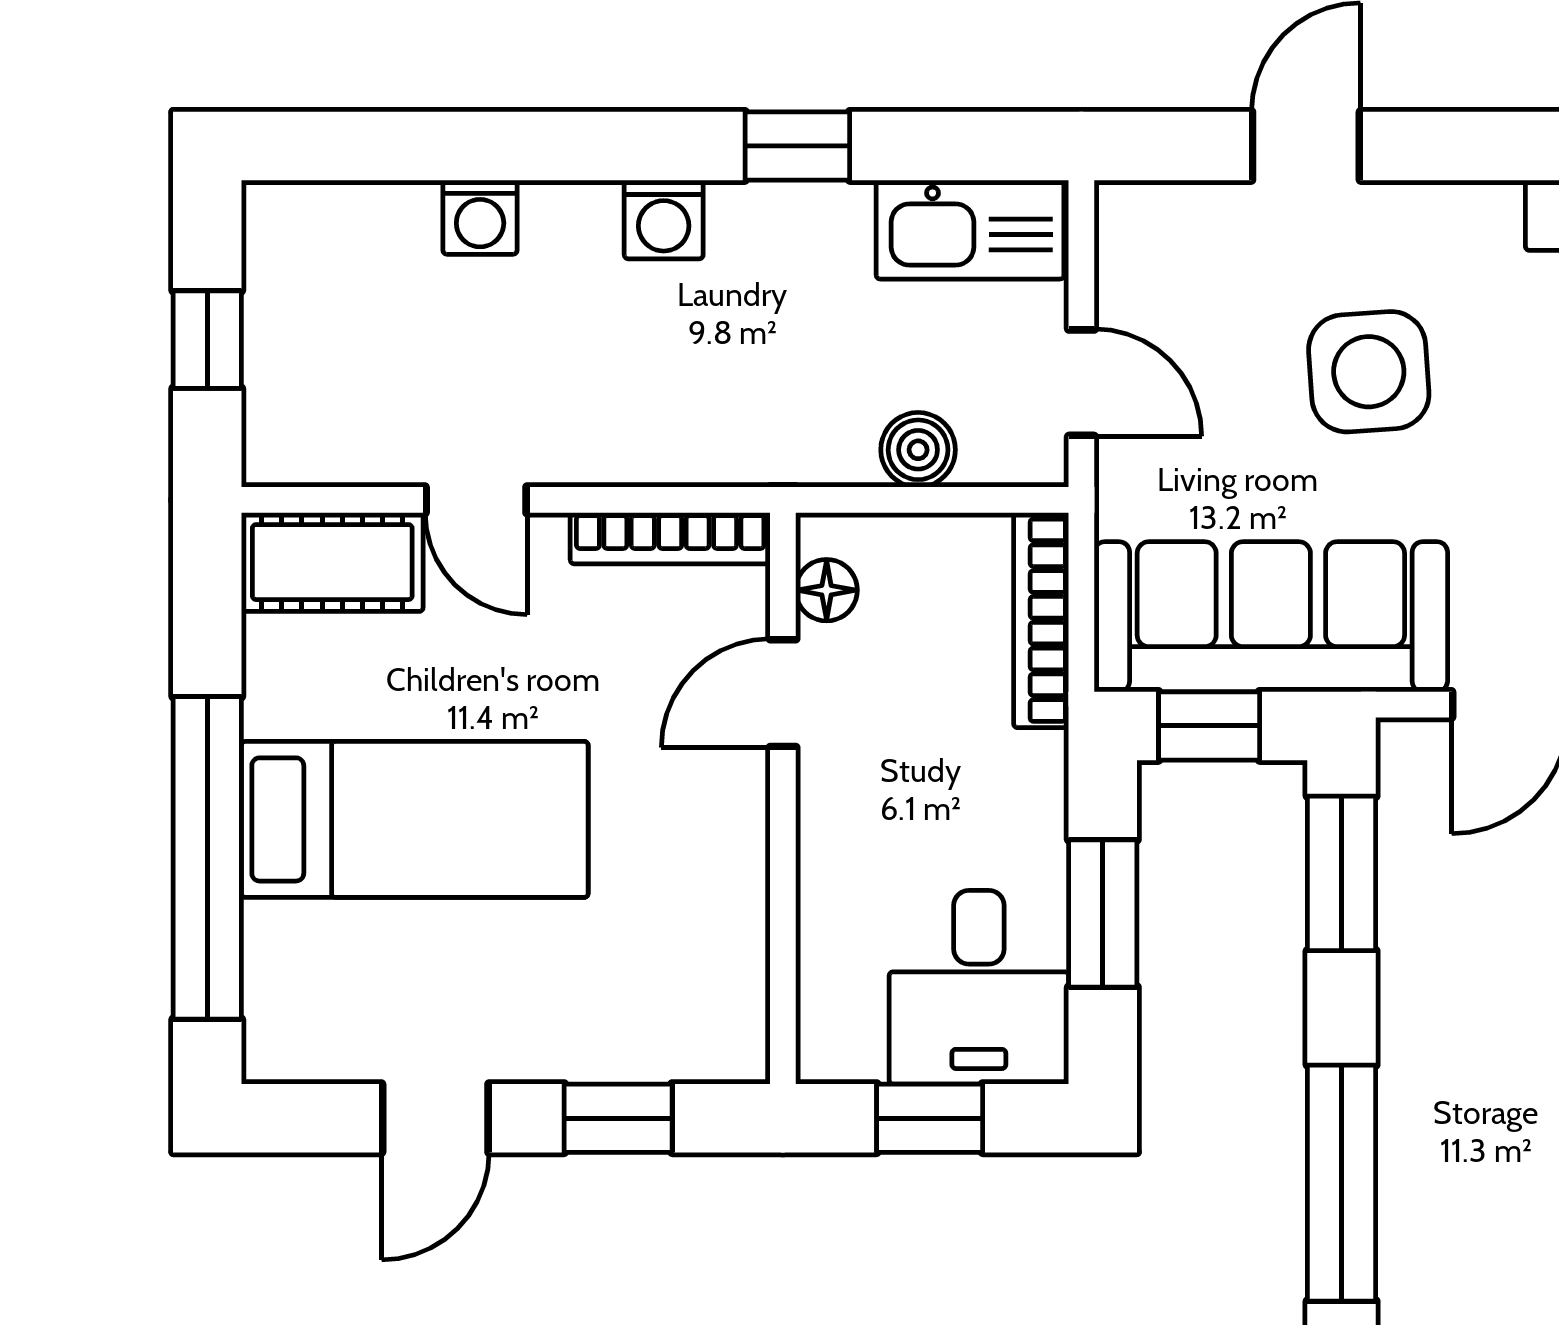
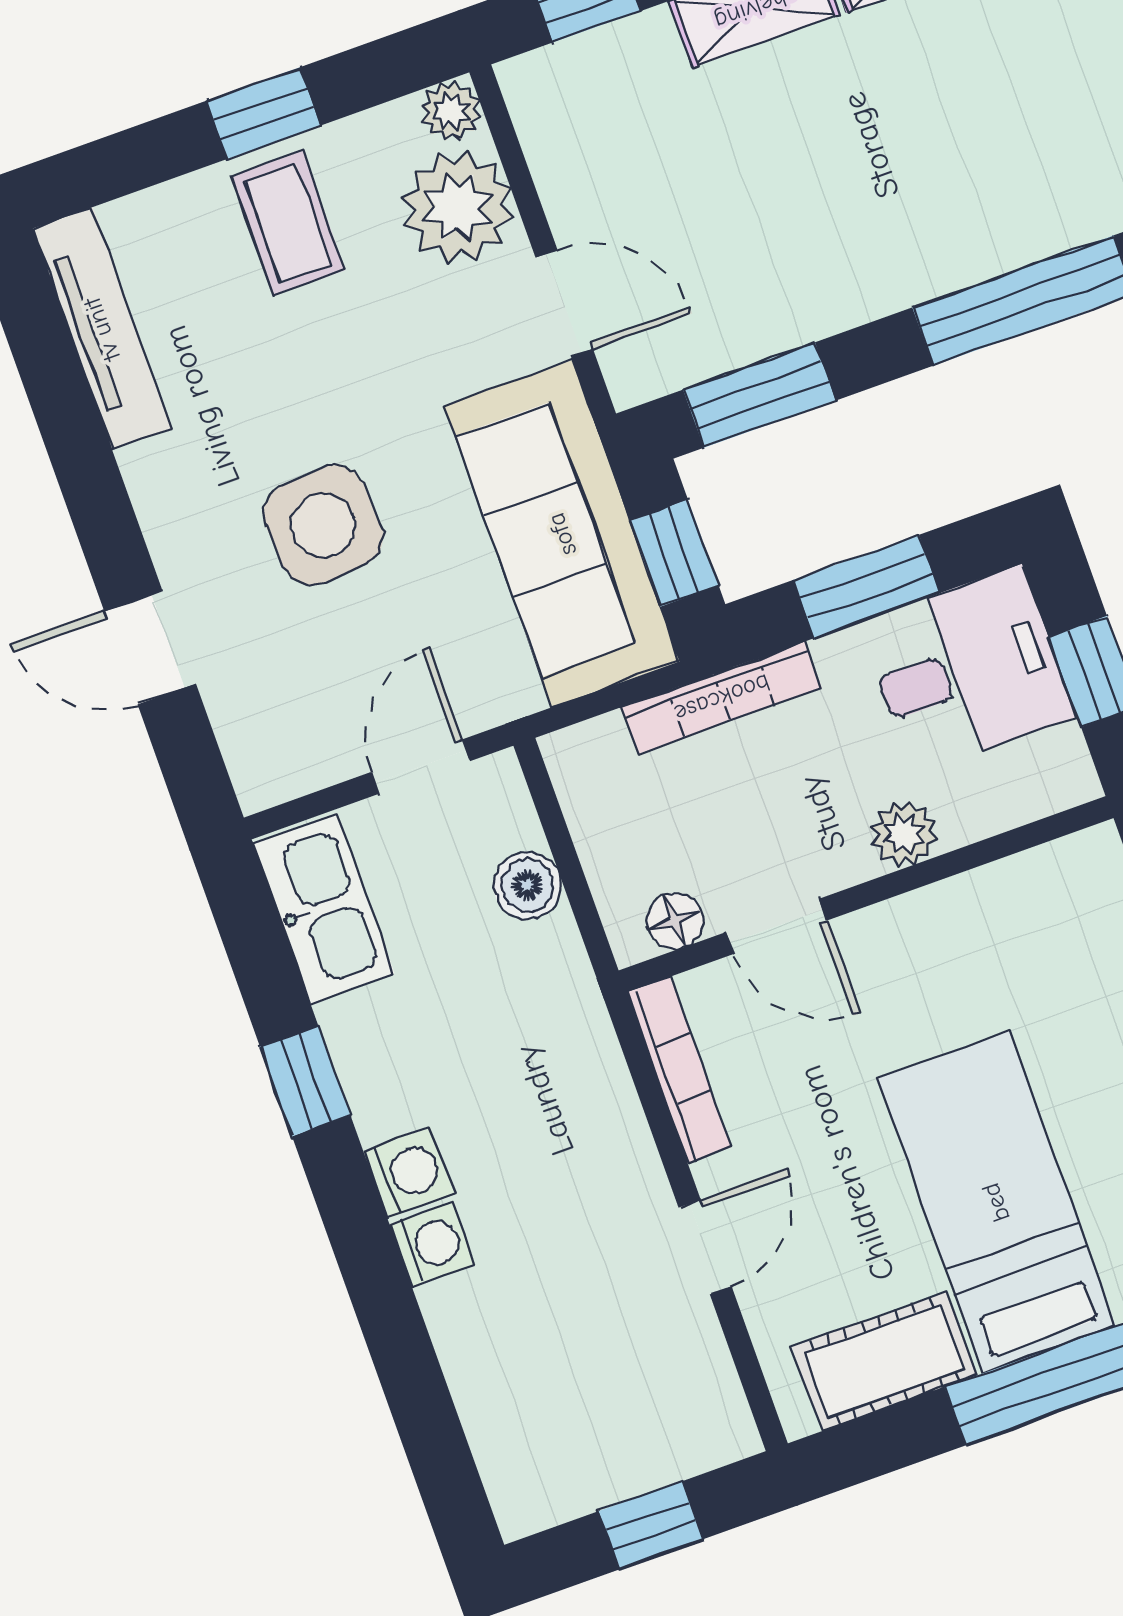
washing machine: (480, 217) -> (432, 1245), moved
cot: (332, 562) -> (884, 1361), moved, turned 90
bookcase: (1041, 620) -> (722, 698), moved
plant: (832, 860) -> (904, 833), added

